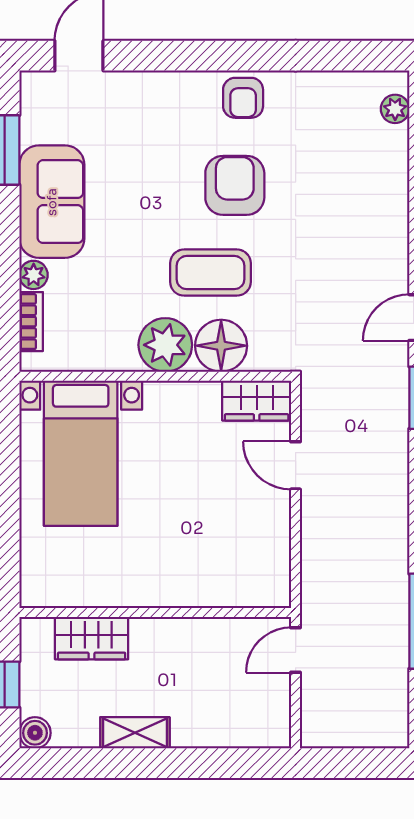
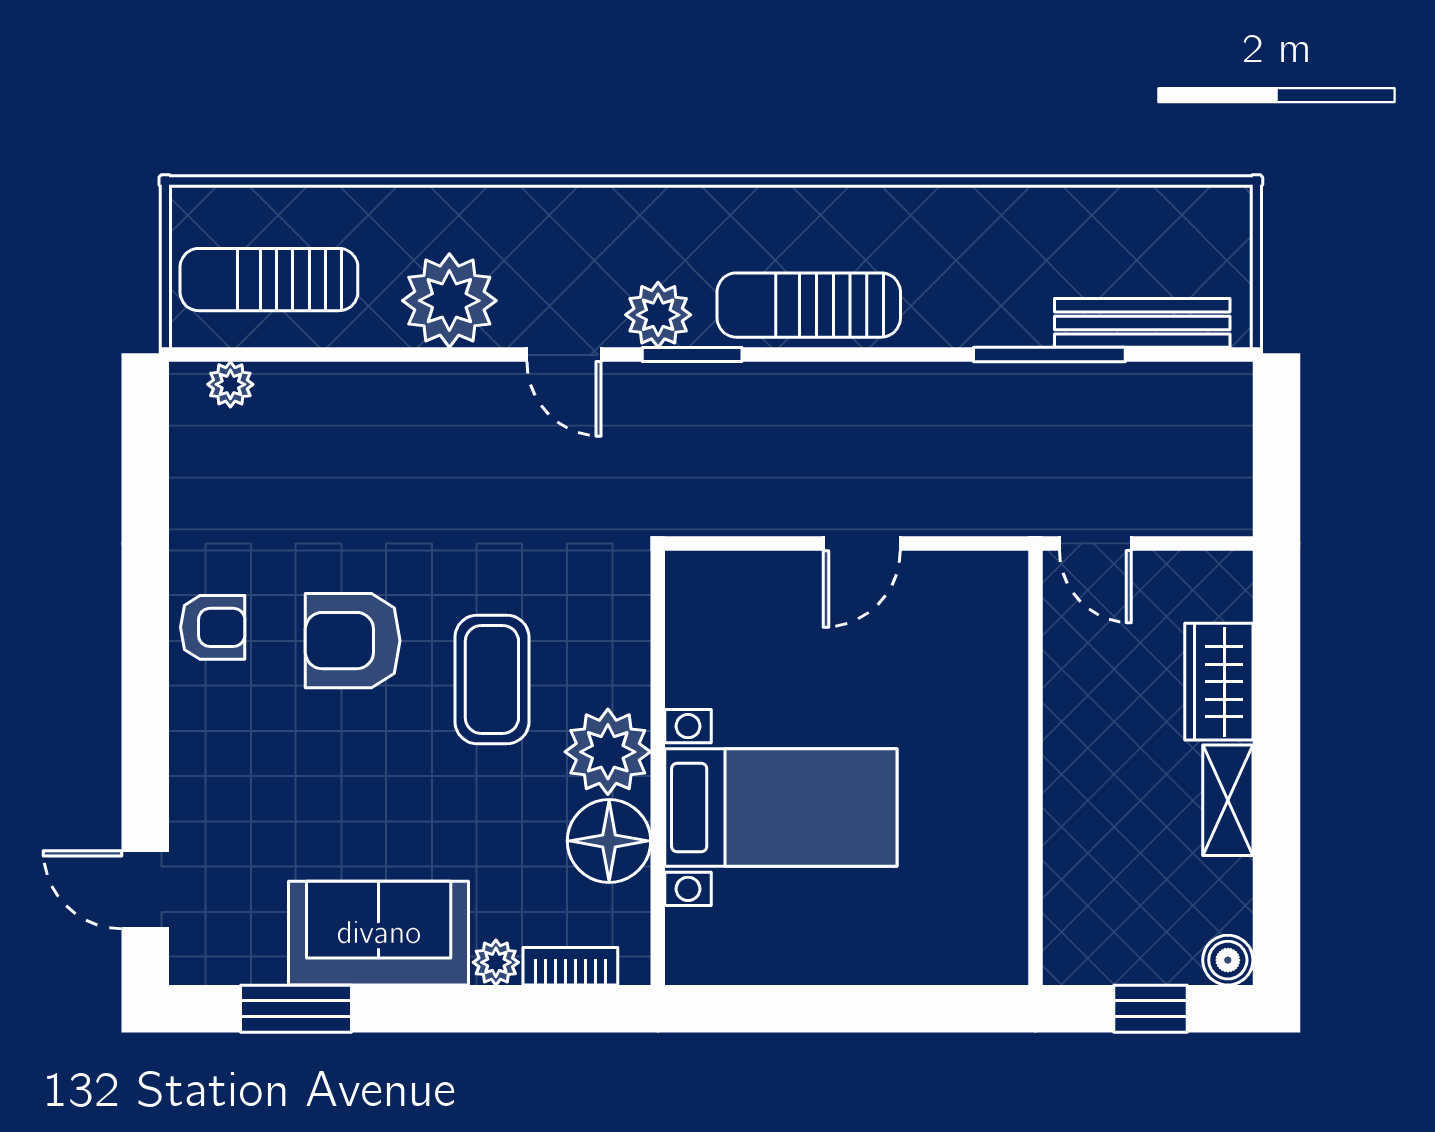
floor lamp: (221, 346) -> (609, 841), moved
wardrobe: (257, 401) -> (697, 606), removed
bed with nightstands: (81, 453) -> (781, 808), moved
door: (296, 465) -> (862, 543), moved
wardrobe: (92, 638) -> (1219, 682), moved, turned 180

